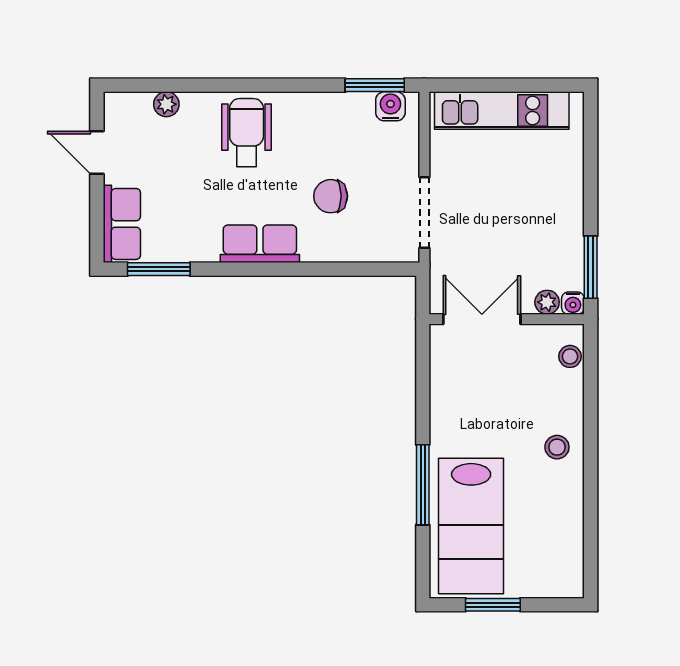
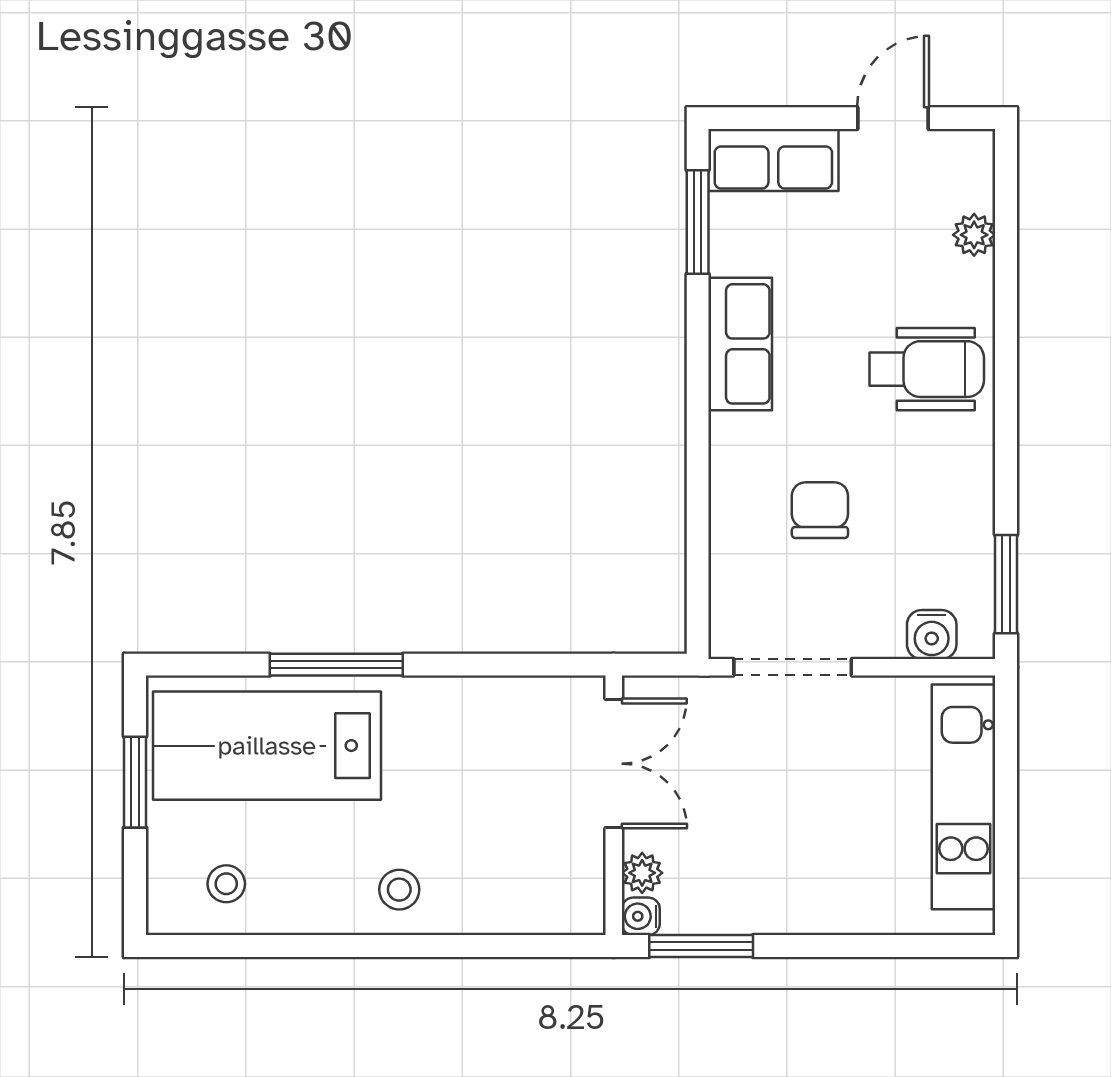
water cooler: (390, 106) -> (932, 635), moved, turned 90
row of seats: (260, 244) -> (740, 344), moved
stool: (570, 356) -> (226, 884), moved

